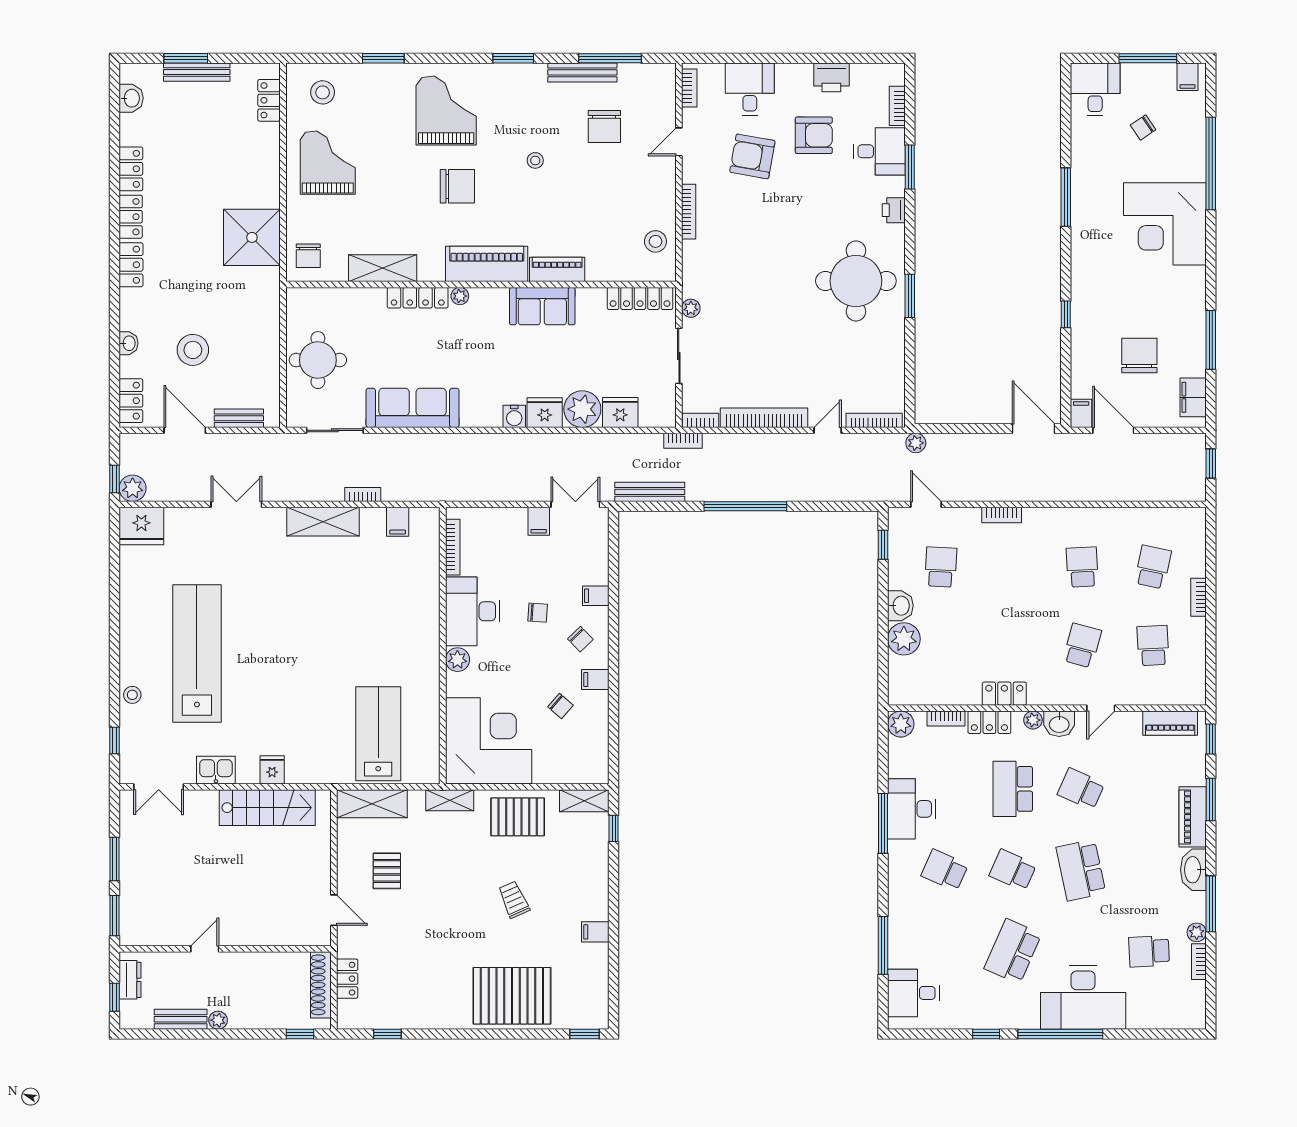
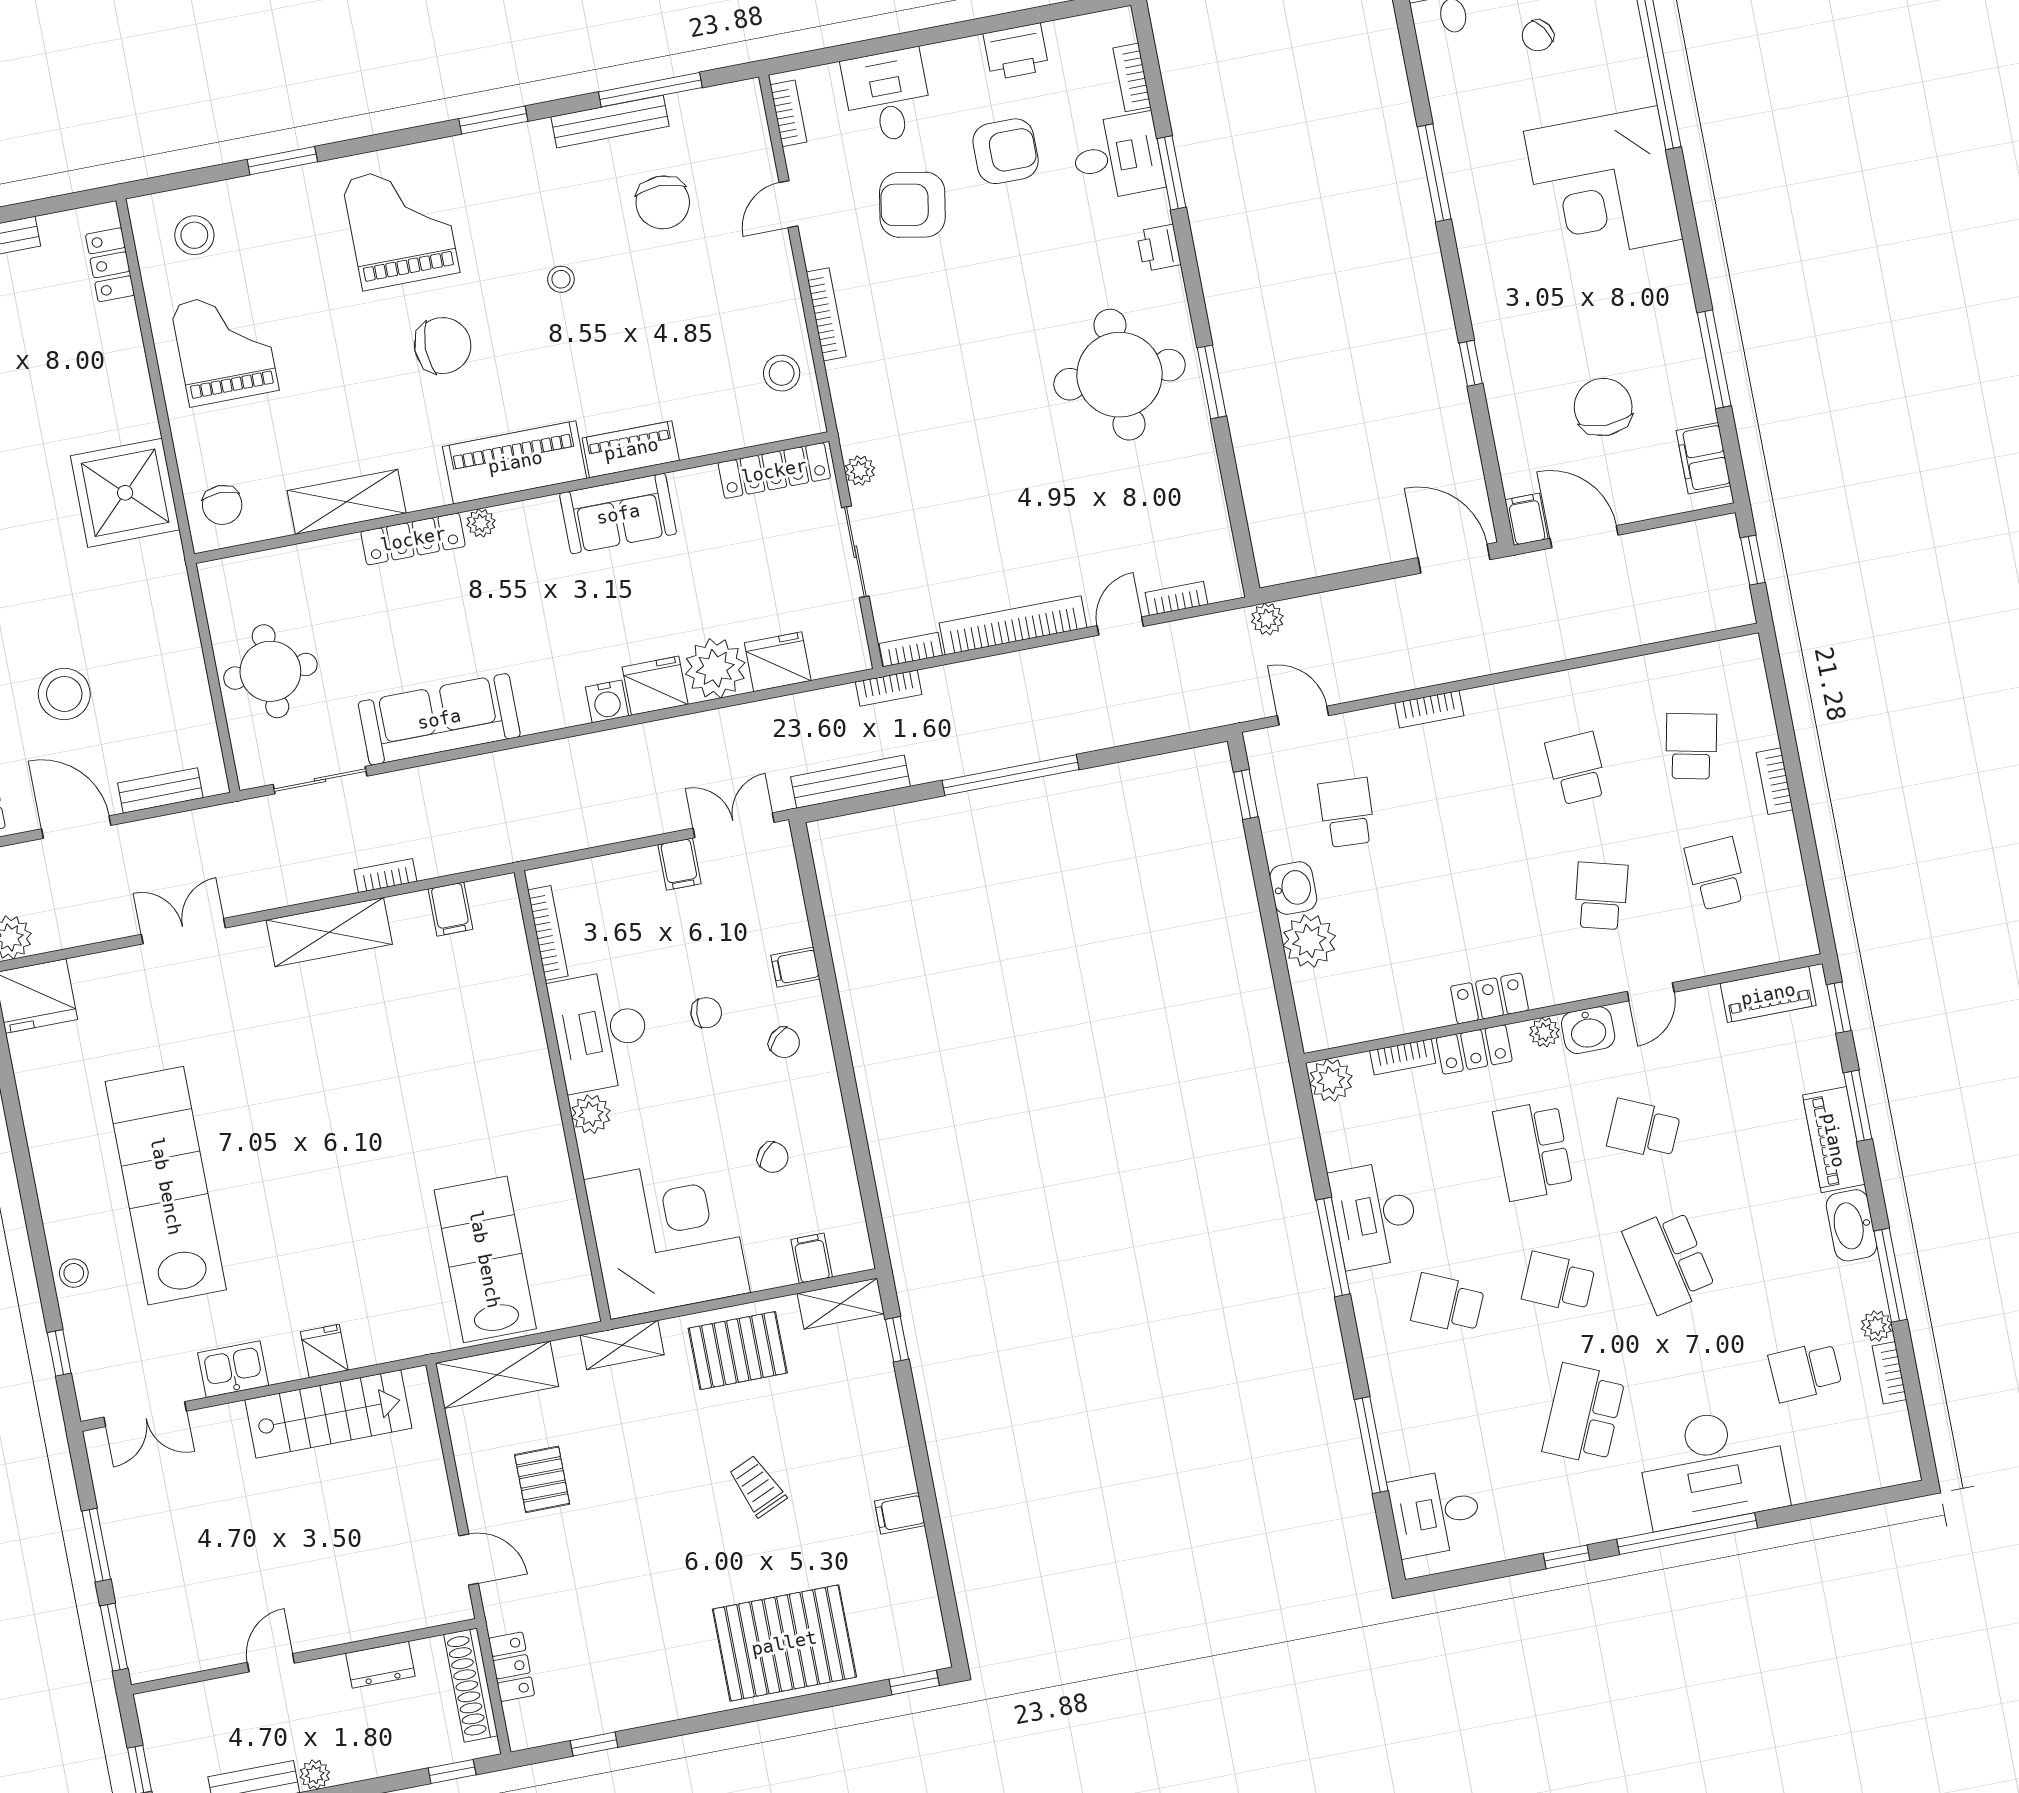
bookcase: (874, 420) -> (1176, 598), width x0.64
filing cabinet: (595, 680) -> (812, 1258), moved, turned 90
dresser: (130, 980) -> (380, 1665), moved, turned 90

